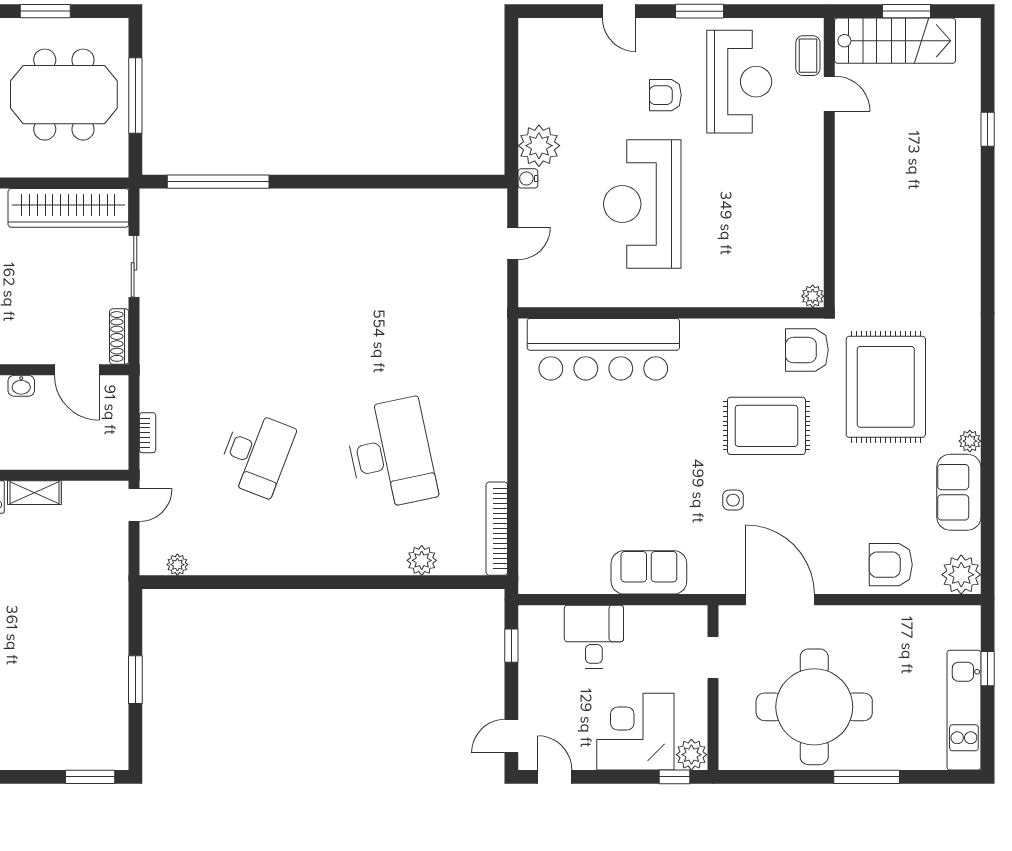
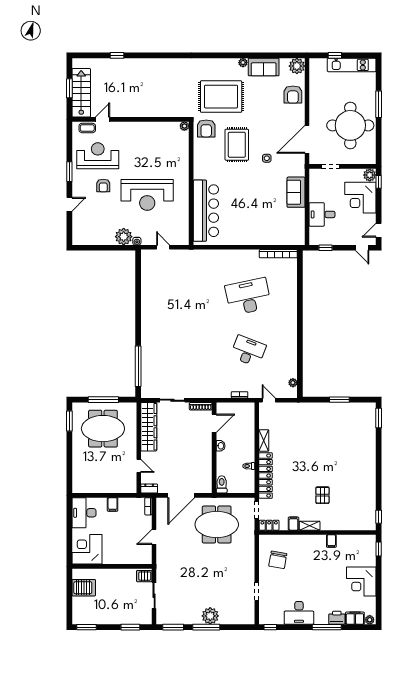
window: (45, 11) -> (69, 421), moved
meeting table: (64, 95) -> (103, 429), turned 90
plant: (422, 560) -> (291, 284), removed

